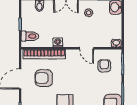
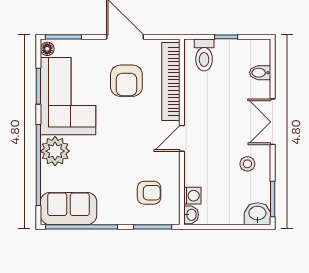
washing machine: (58, 42) -> (192, 196), moved
door: (87, 48) -> (182, 138), moved
armchair: (44, 78) -> (126, 81), turned 180

